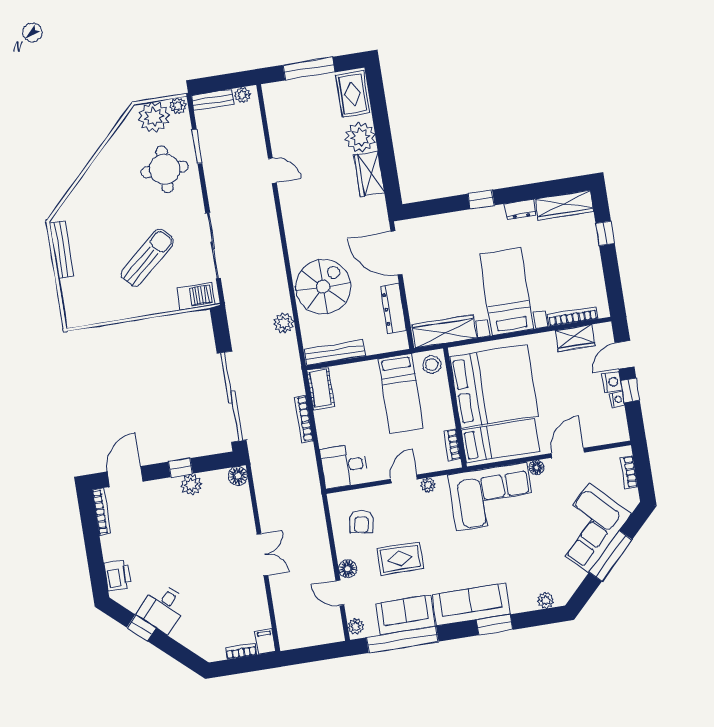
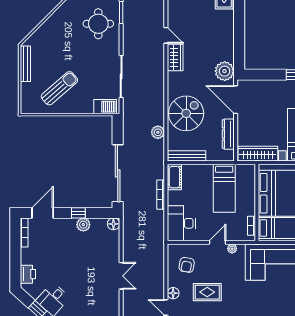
plant: (360, 137) -> (225, 71), moved
wardrobe: (369, 174) -> (175, 57), moved, turned 180
sun lounger: (147, 258) -> (59, 88), moved
stool: (432, 364) -> (247, 173), removed
desk: (344, 466) -> (181, 223), width x1.37

